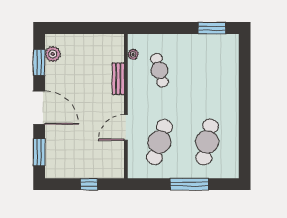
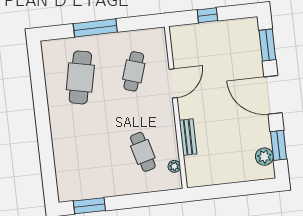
cafe table: (159, 142) -> (134, 71), width x0.73, depth x0.74

